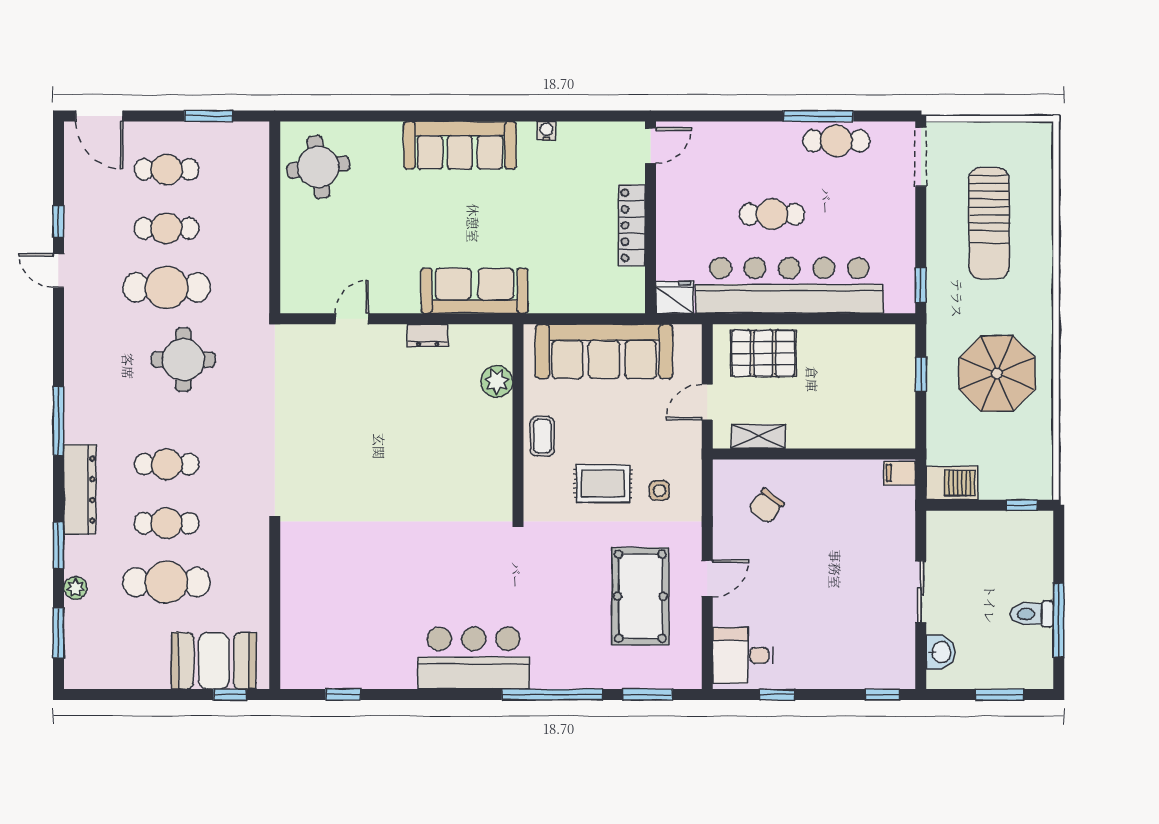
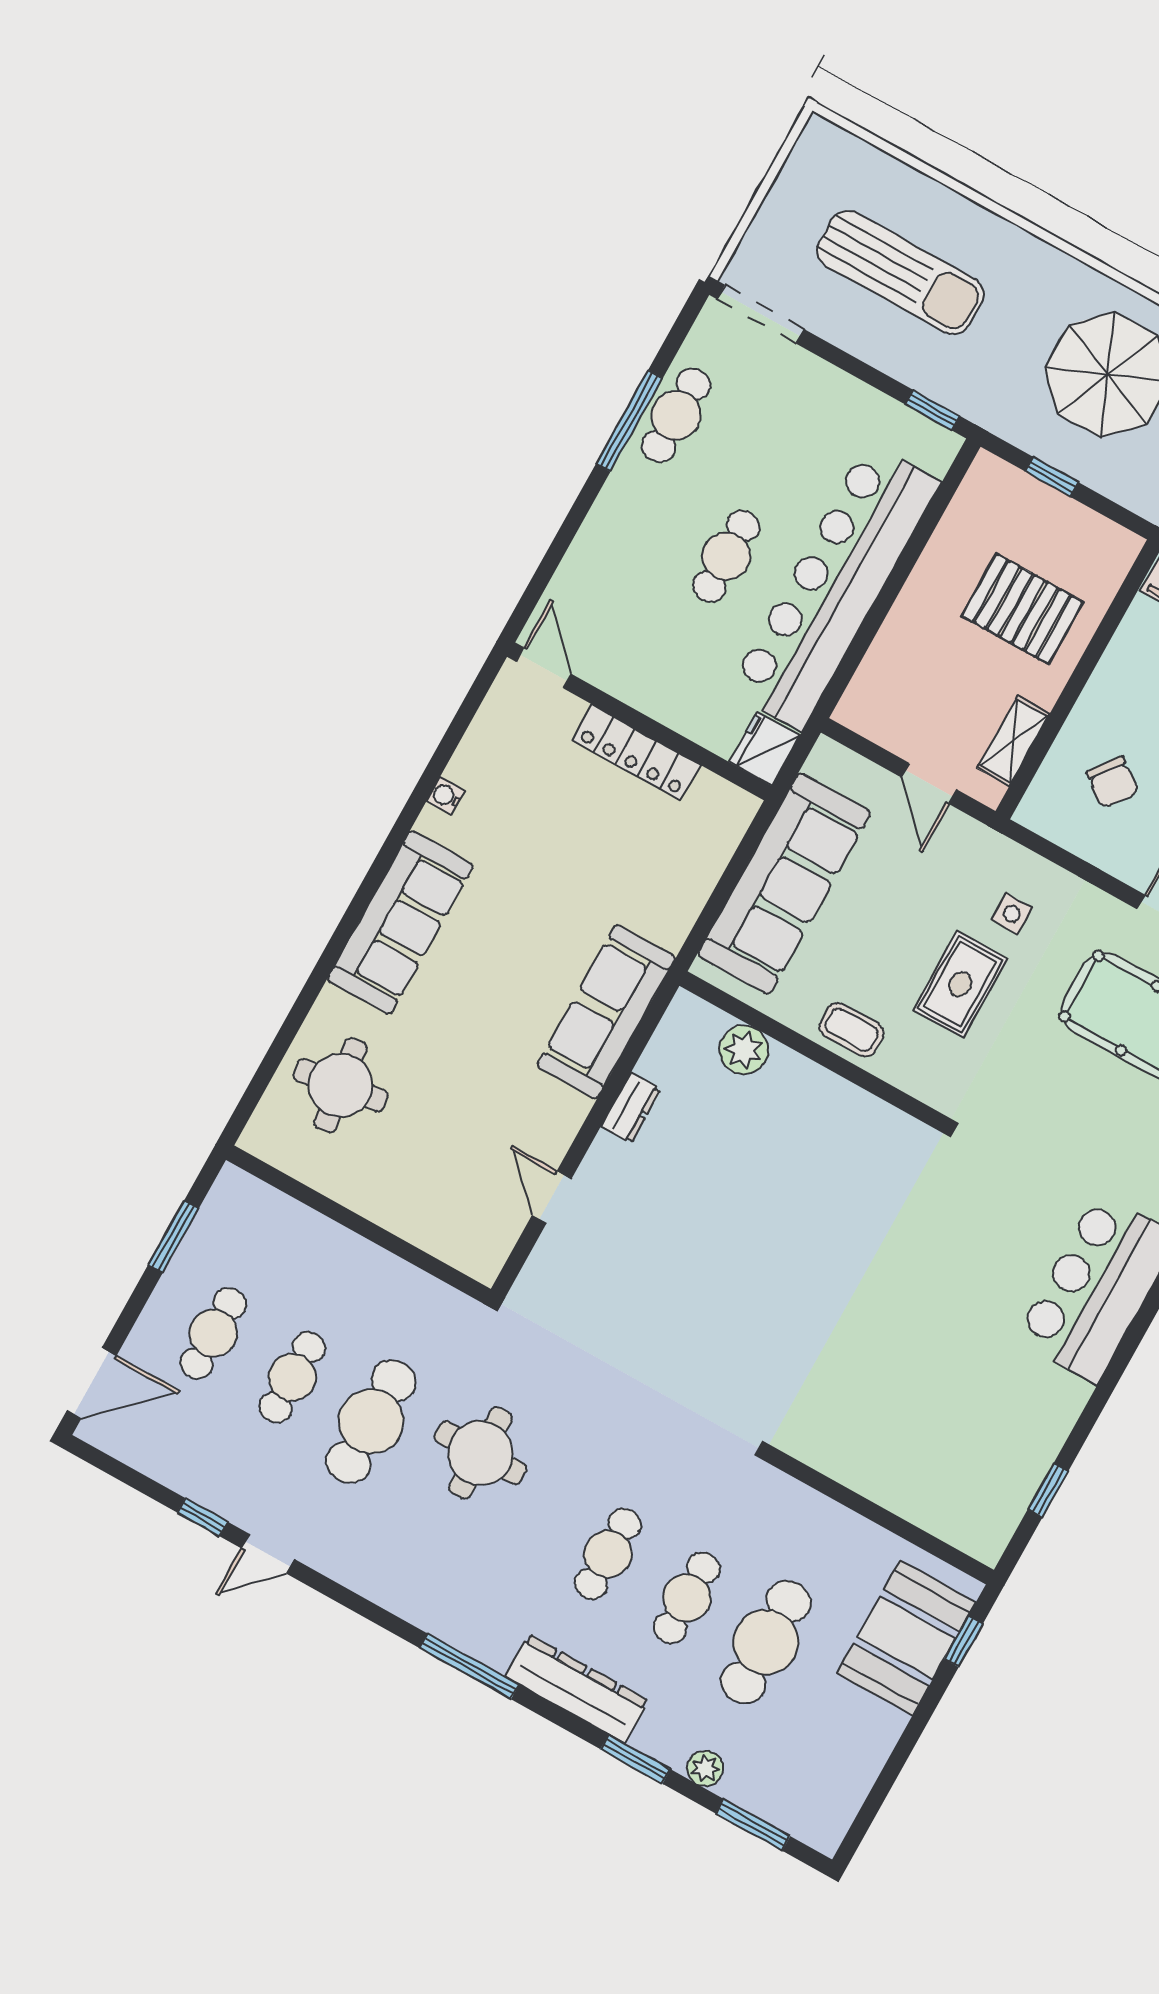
round table: (318, 167) -> (340, 1085), moved
pallet: (763, 353) -> (1022, 609), moved, turned 90

